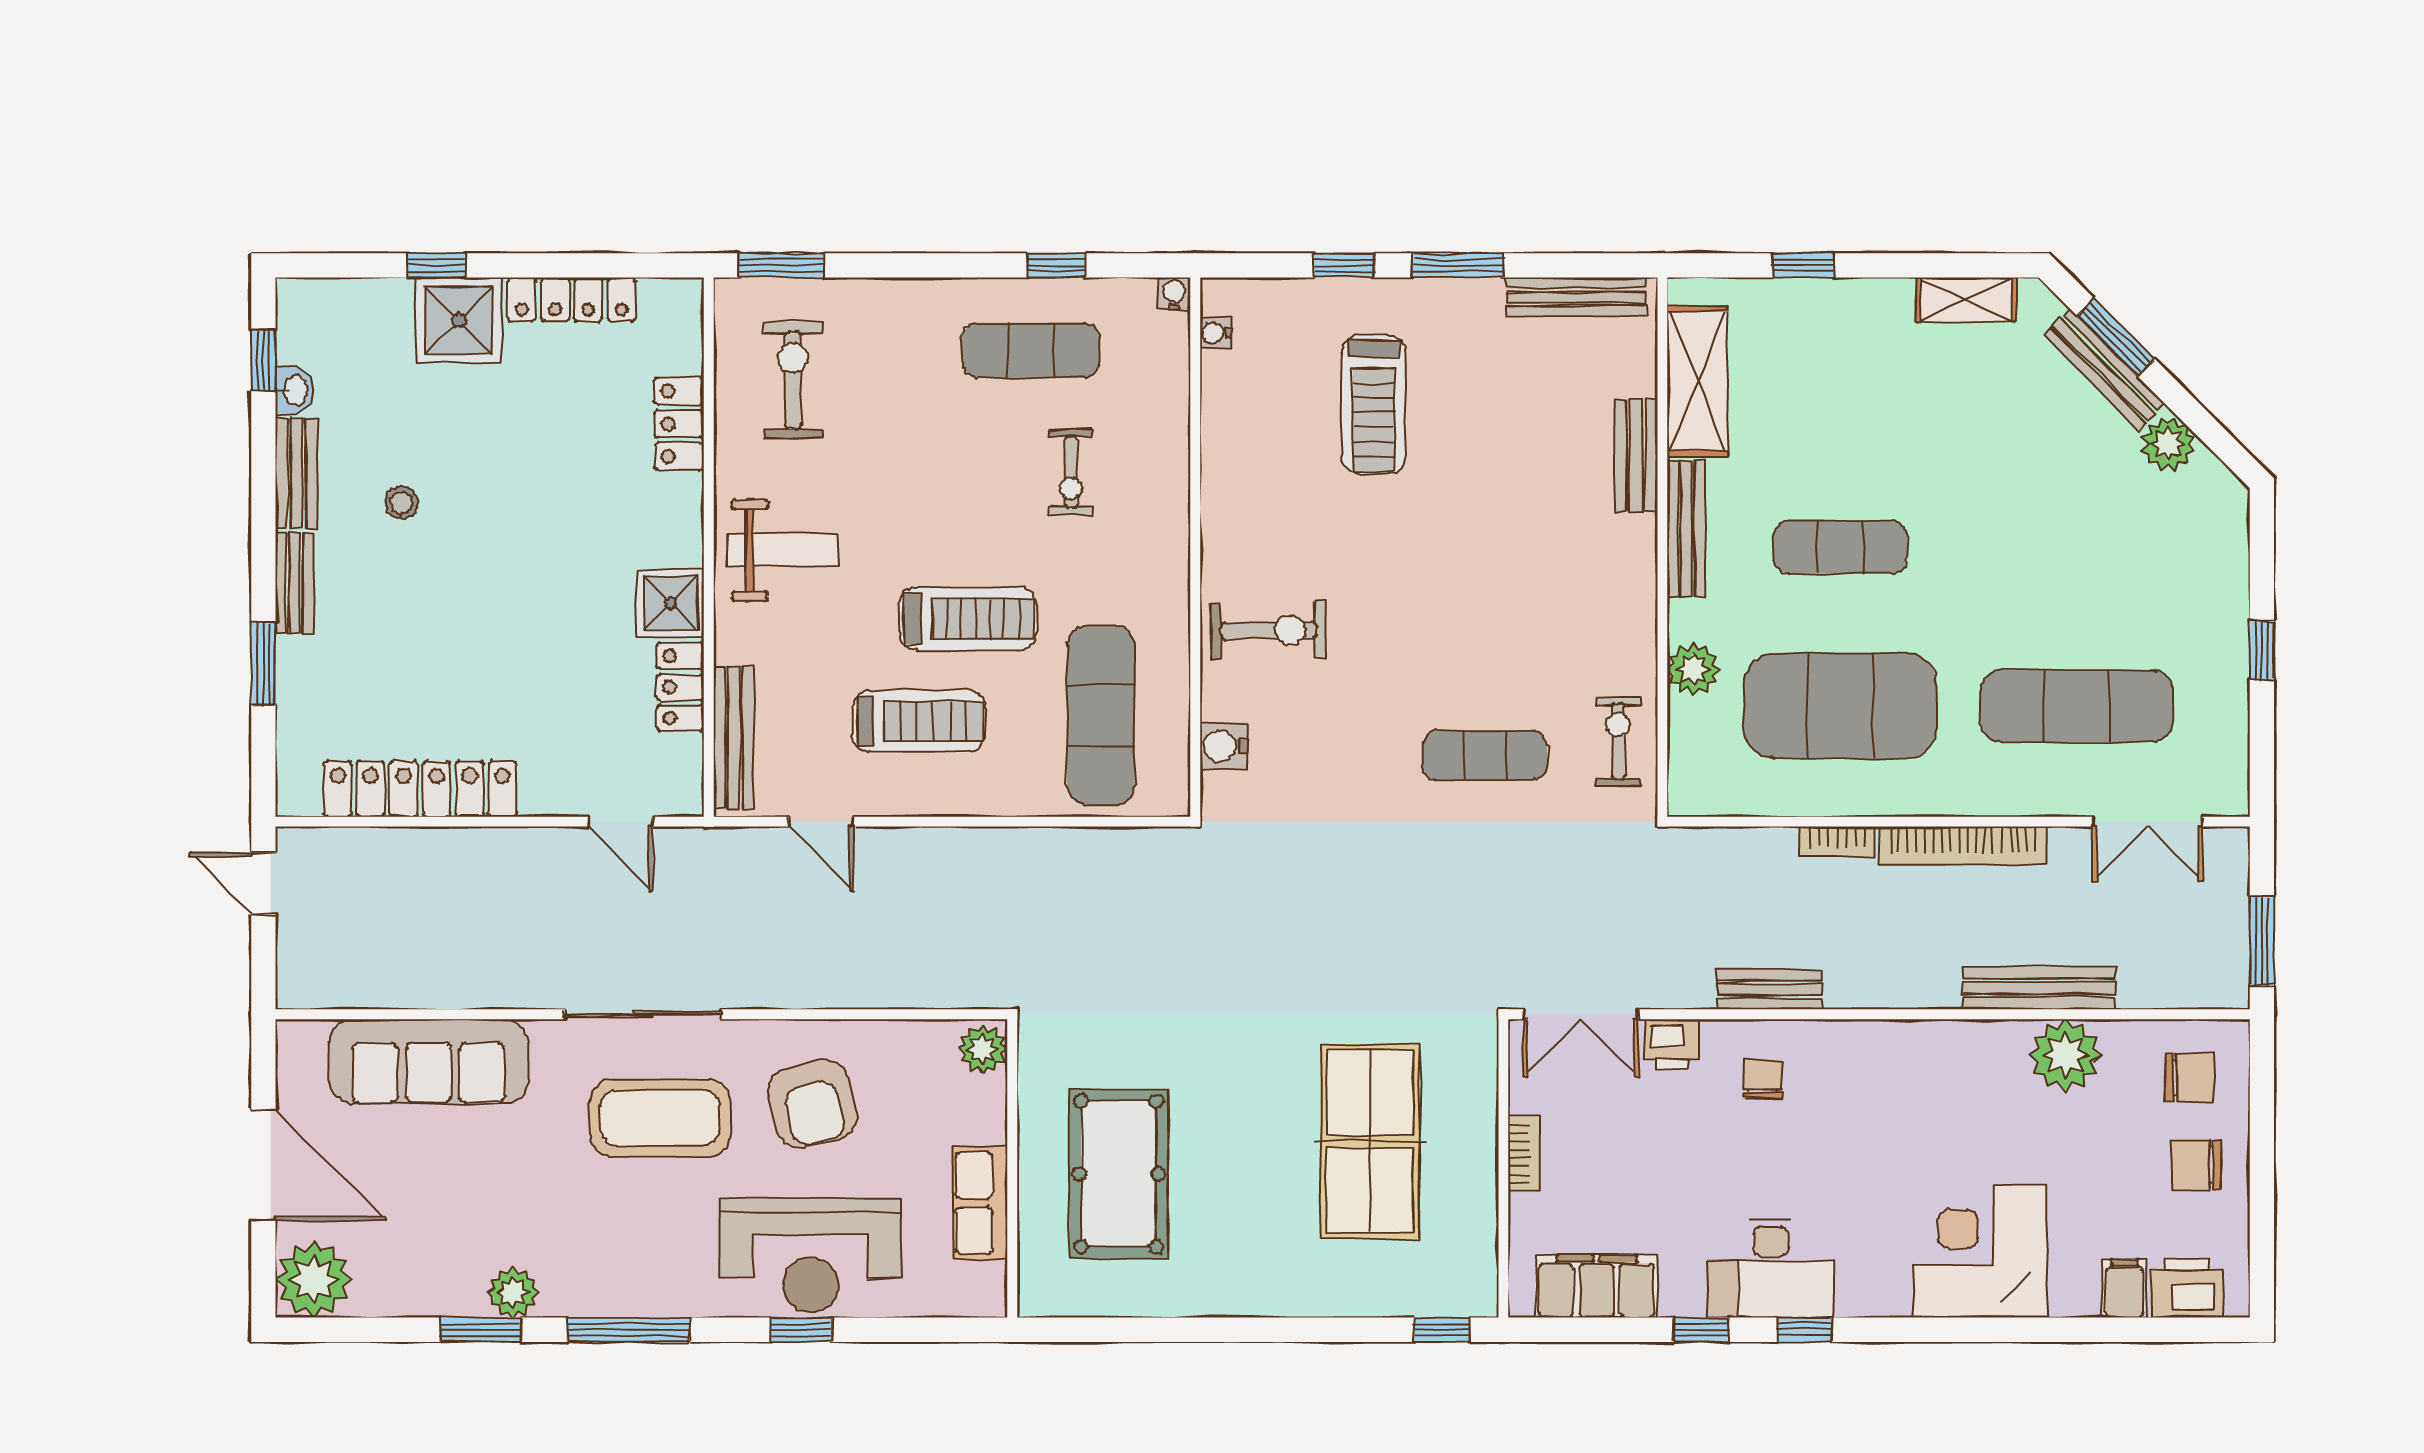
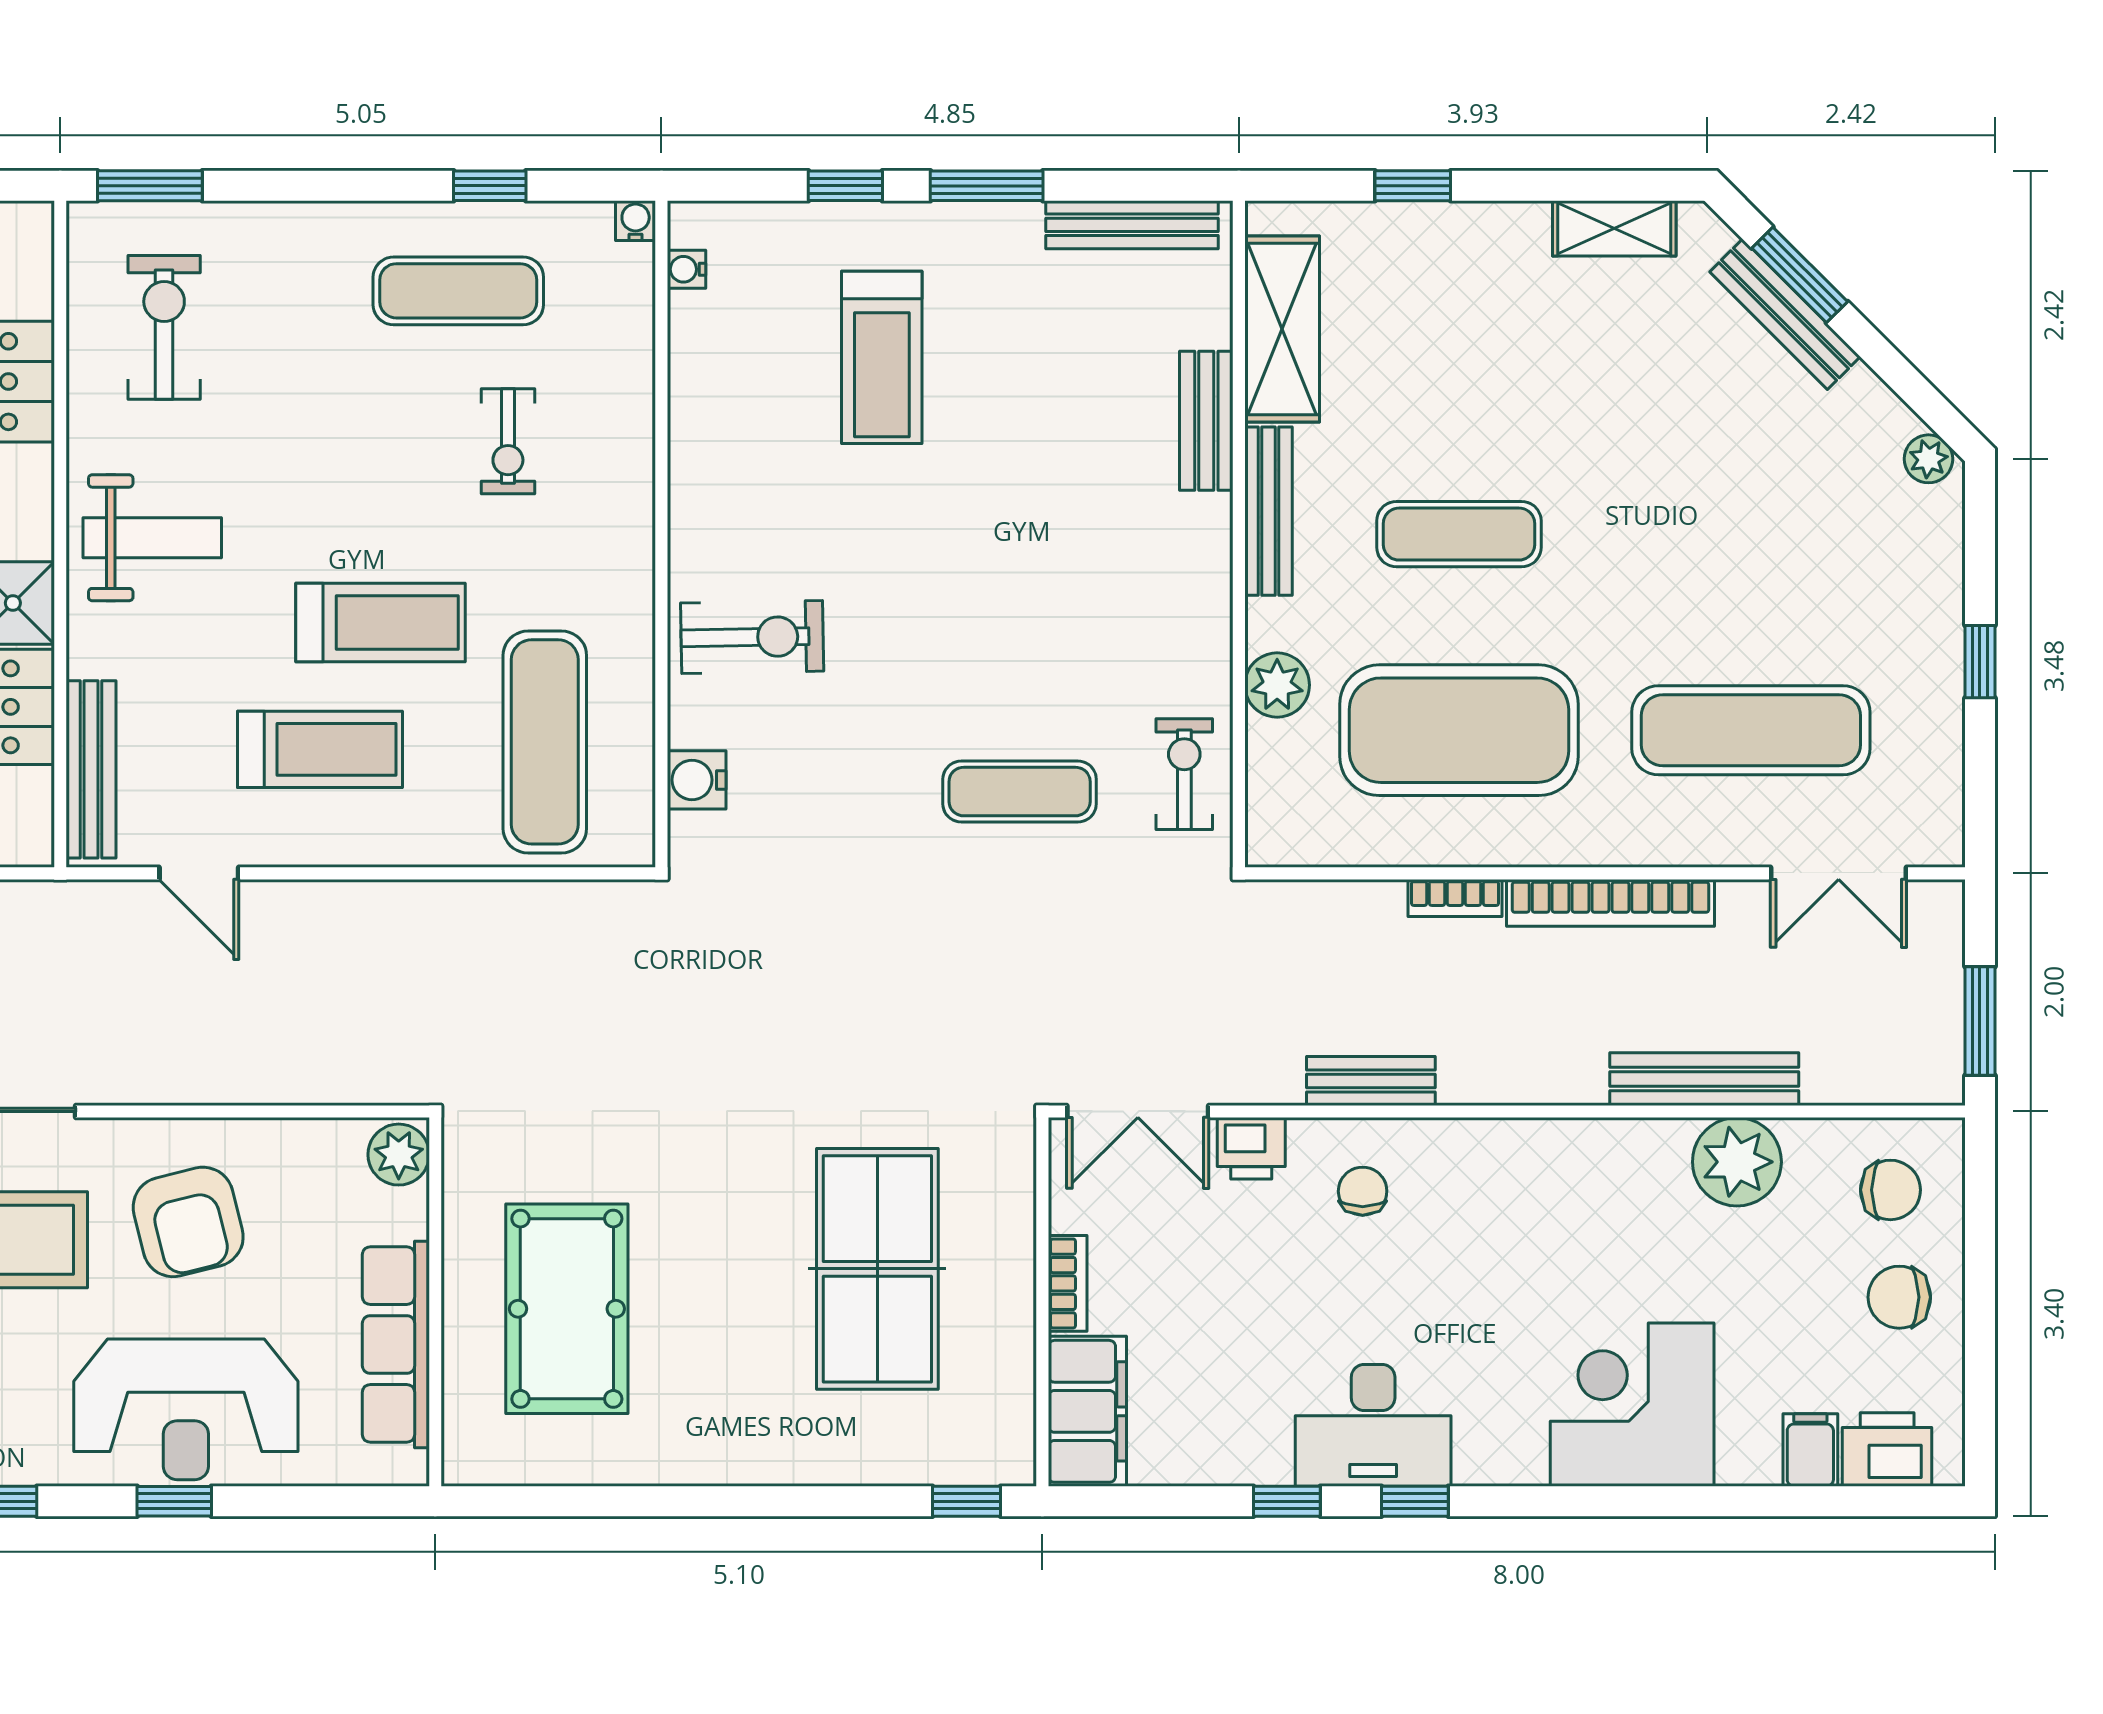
plant: (2168, 444) -> (1928, 459), moved, width x0.73, depth x0.73
row of seats: (980, 1203) -> (396, 1345), width x1.48
filing cabinet: (1596, 1286) -> (1087, 1411), moved, turned 90

